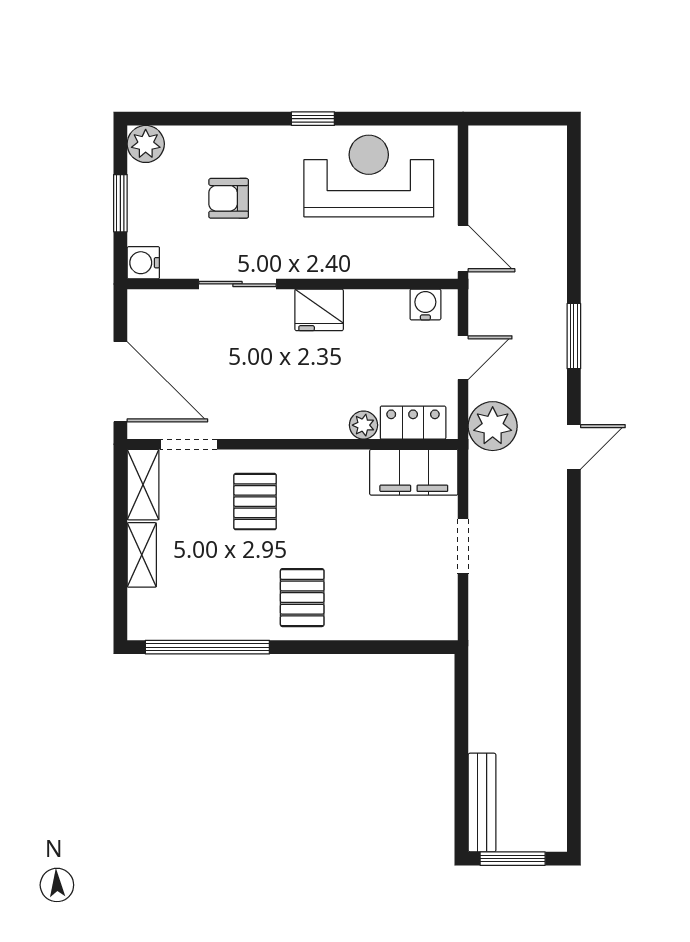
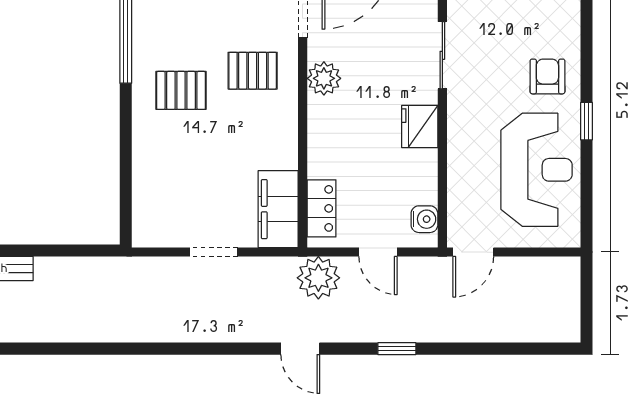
armchair: (229, 198) -> (547, 76), moved
window: (574, 336) -> (397, 349), width x0.67
plant: (363, 425) -> (324, 78), moved, width x1.38, depth x1.38
pallet: (302, 598) -> (181, 90), moved

